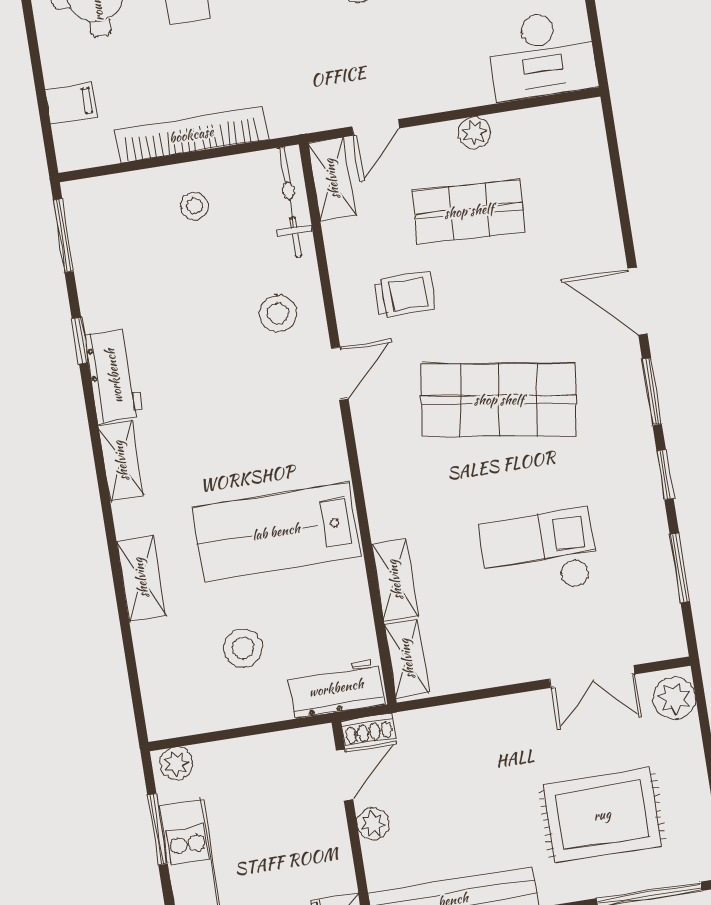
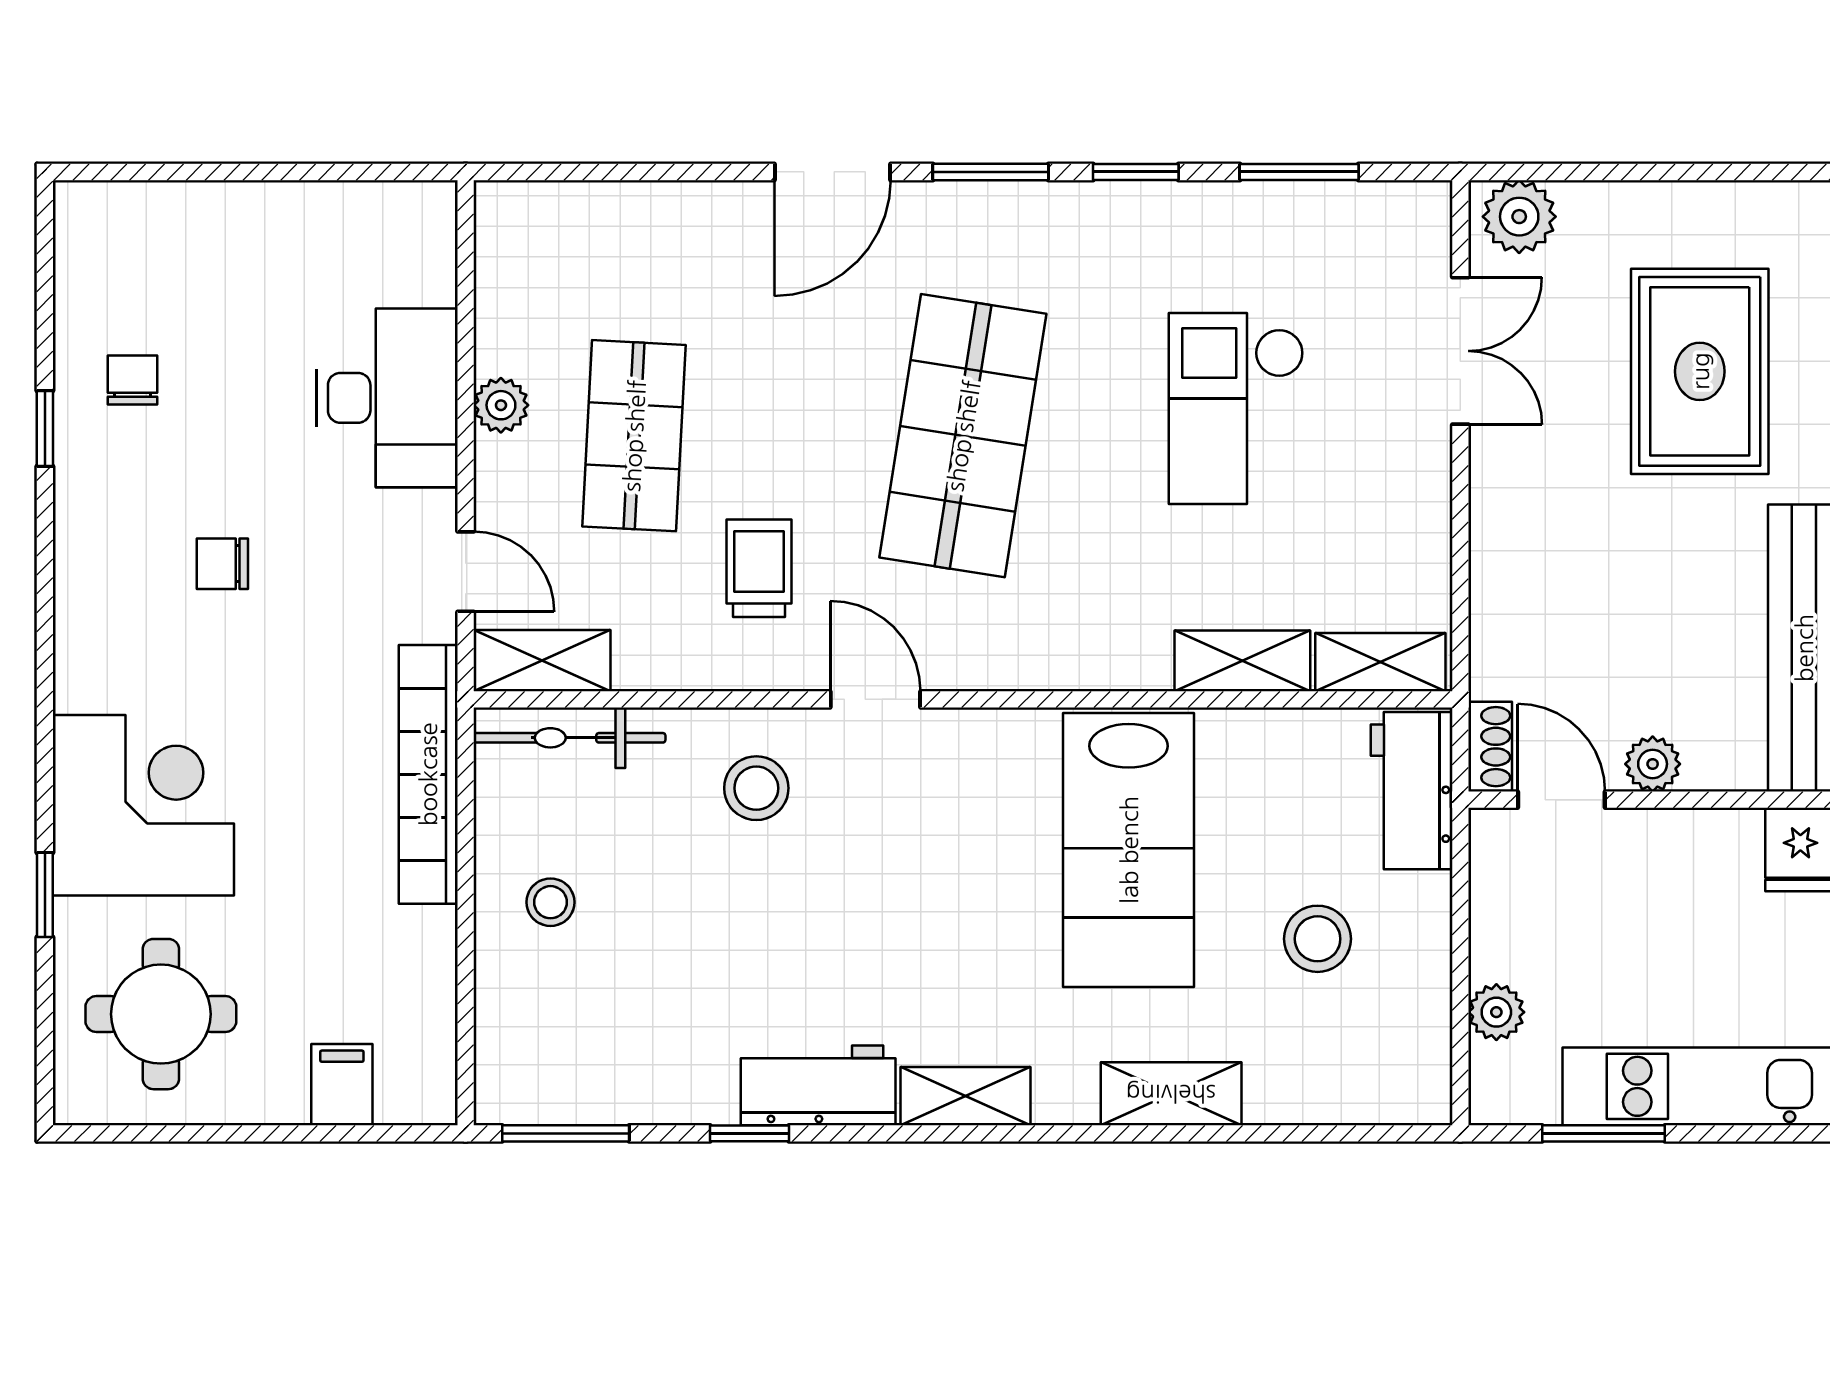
desk: (541, 55) -> (387, 398), moved
bookcase: (191, 135) -> (428, 774), moved
plant: (176, 763) -> (1496, 1012), moved

